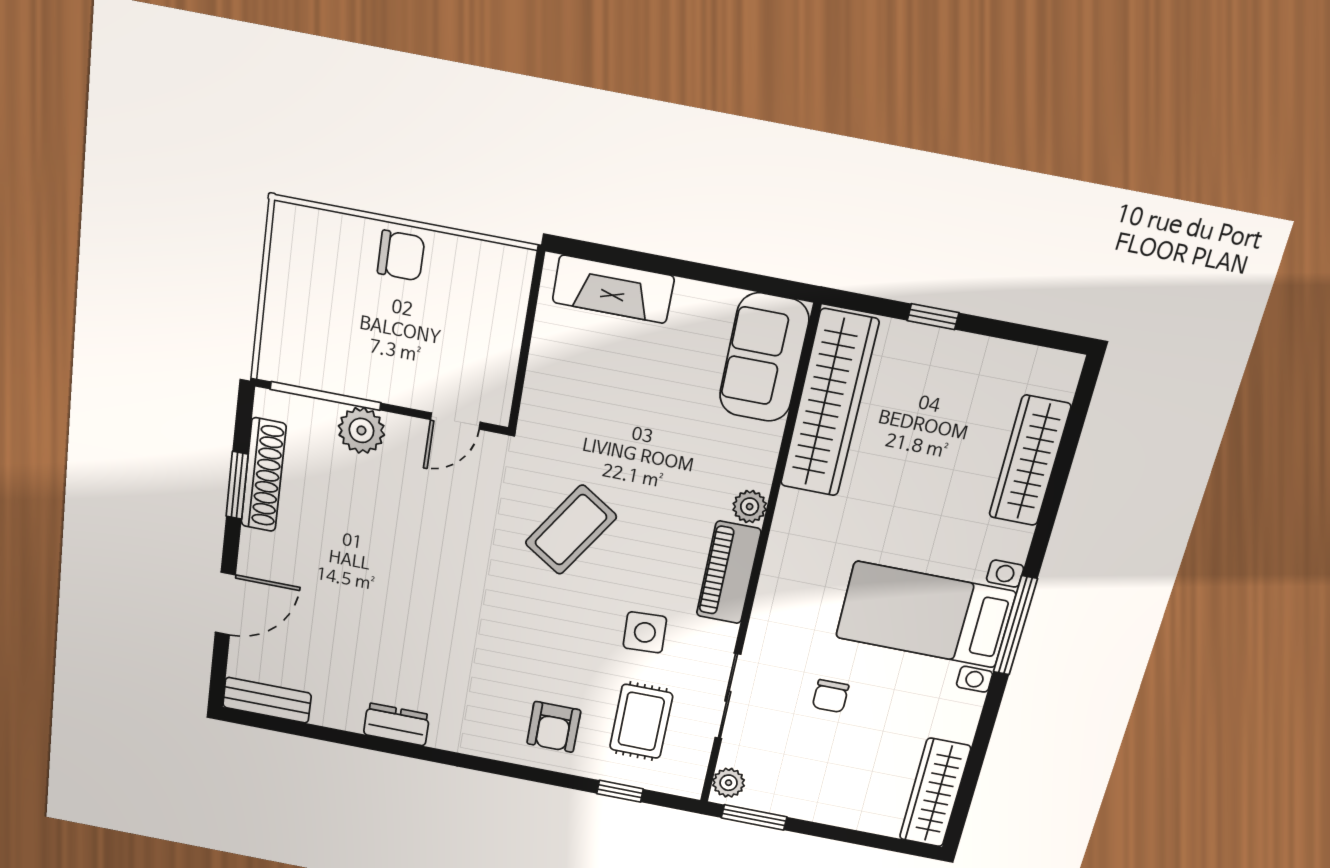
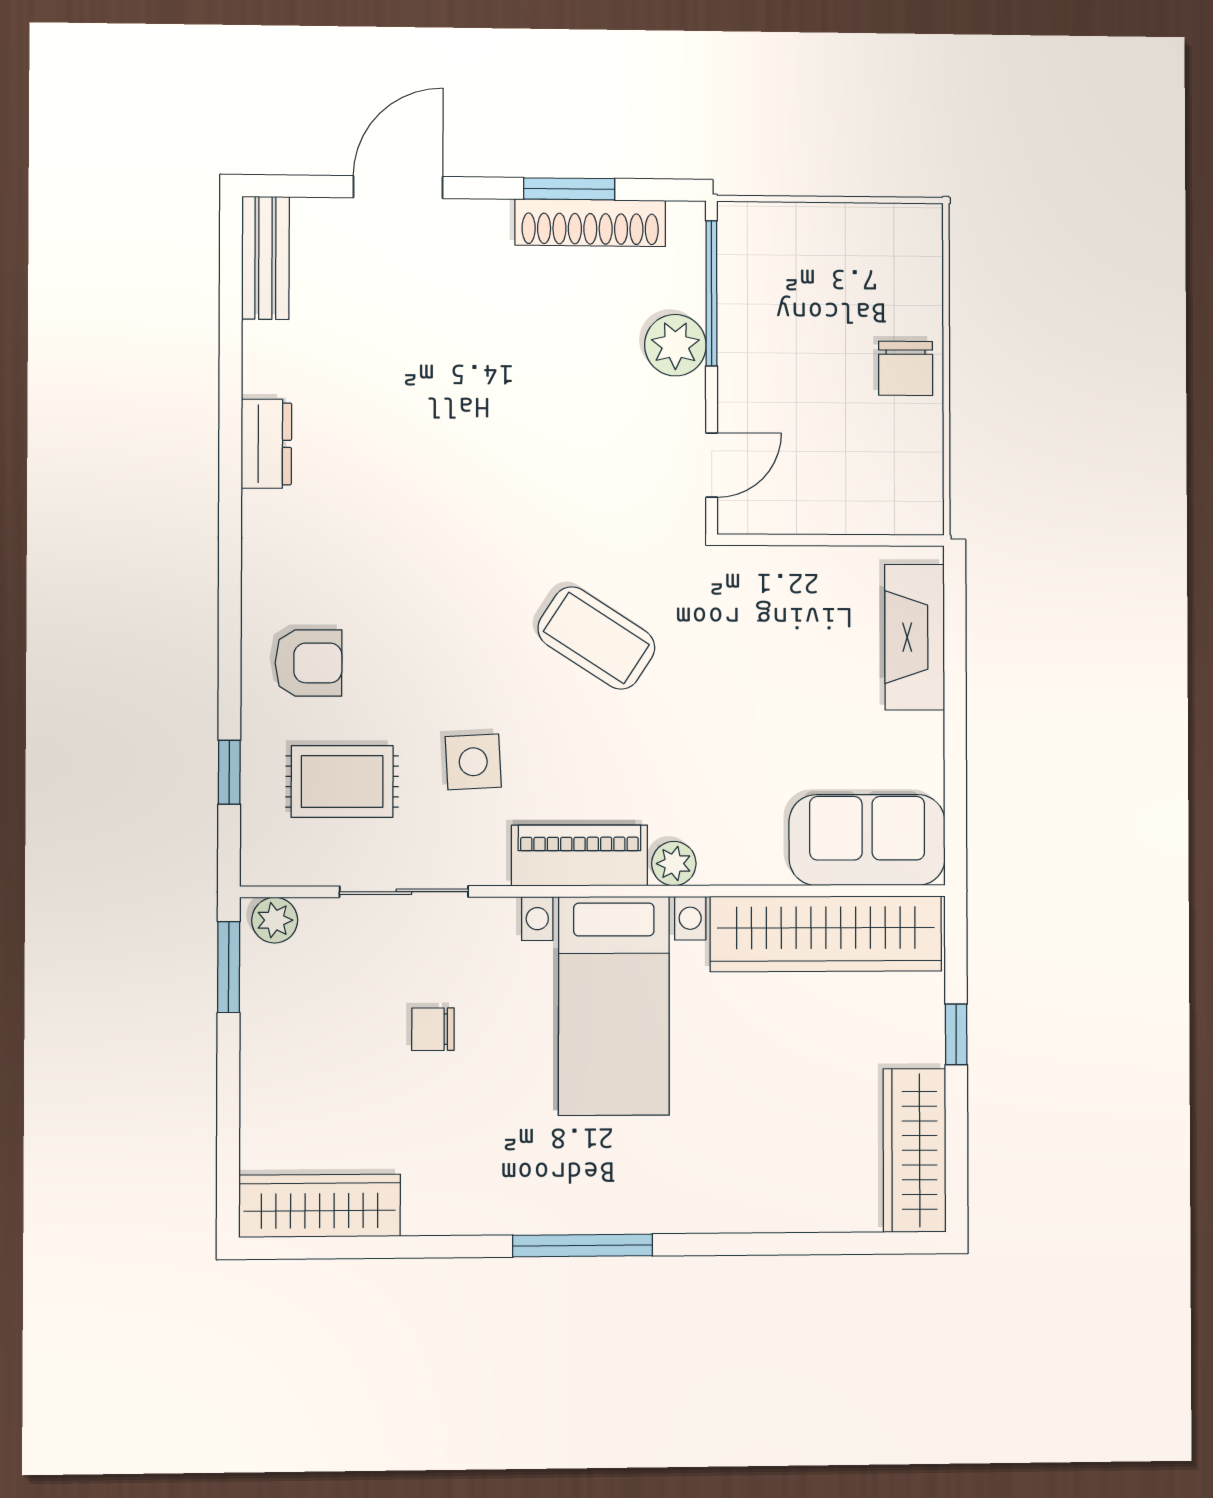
door: (455, 421) -> (712, 465), swing flipped
wardrobe: (1030, 461) -> (915, 1150), moved, turned -90
door: (225, 604) -> (398, 187), swing flipped
bed with nightstands: (925, 615) -> (614, 1006), moved, turned 180
armchair: (554, 727) -> (308, 663), turned 180

